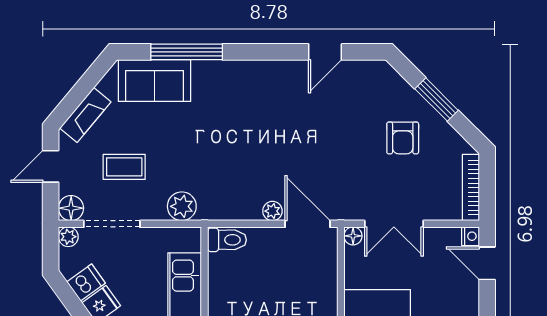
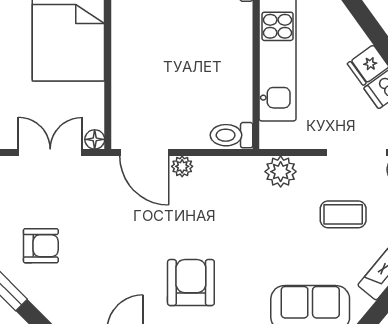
armchair: (264, 104) -> (191, 283), added
armchair: (403, 138) -> (41, 246), turned 90

